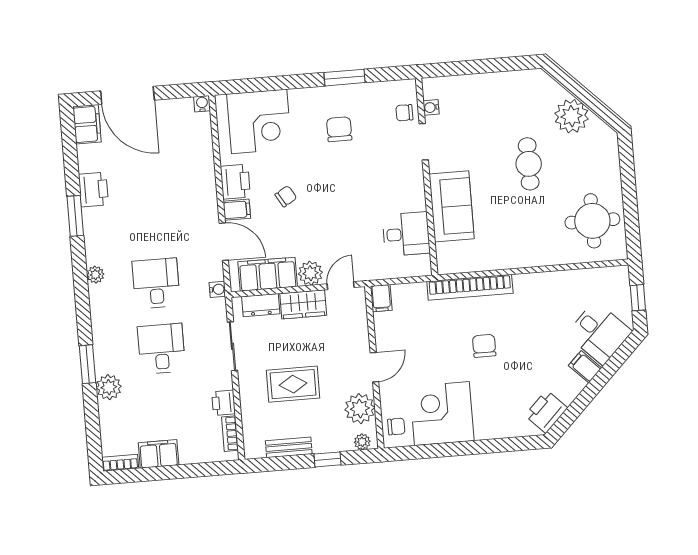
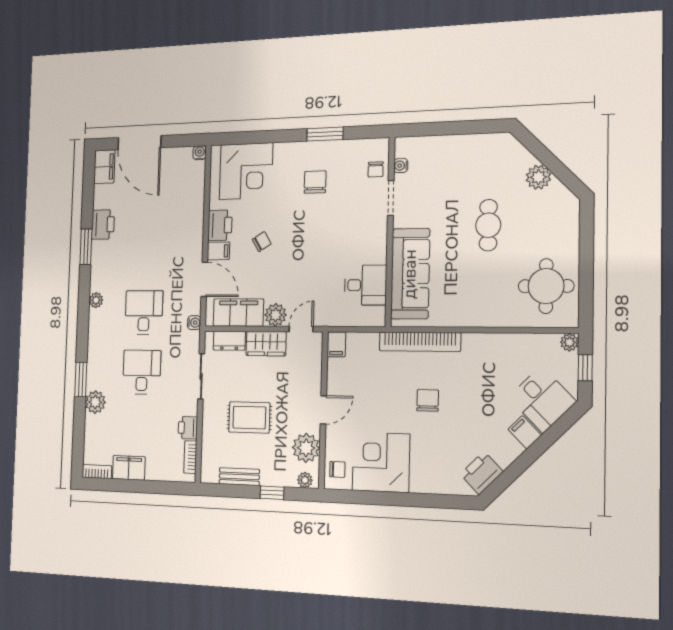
chair: (404, 113) -> (376, 169), turned -90
plant: (572, 116) -> (538, 177), width x0.73, depth x0.73
sofa: (452, 206) -> (410, 274), width x1.36
plant: (620, 274) -> (569, 342), added

